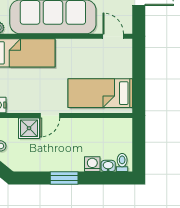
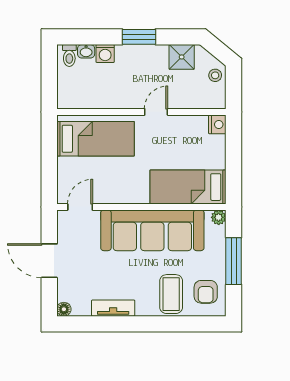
door: (113, 36) -> (80, 207), swing flipped
shower: (29, 128) -> (182, 57), moved

